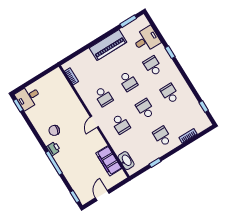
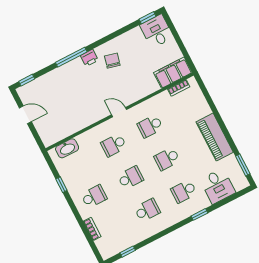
school desk: (153, 66) -> (184, 191), turned 180
filing cabinet: (109, 161) -> (173, 73), moved

